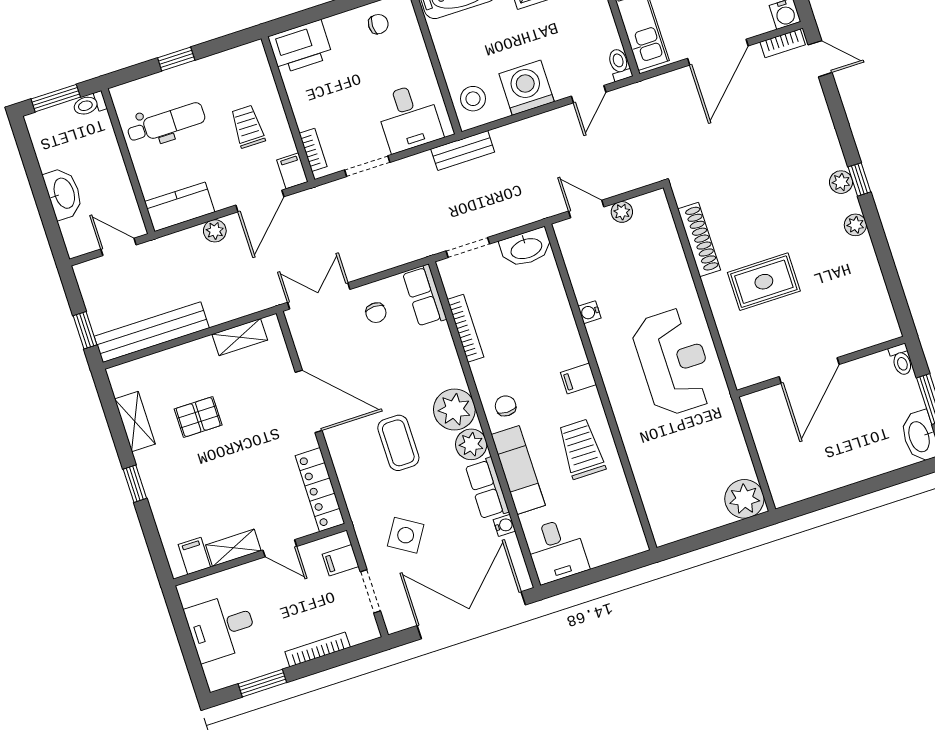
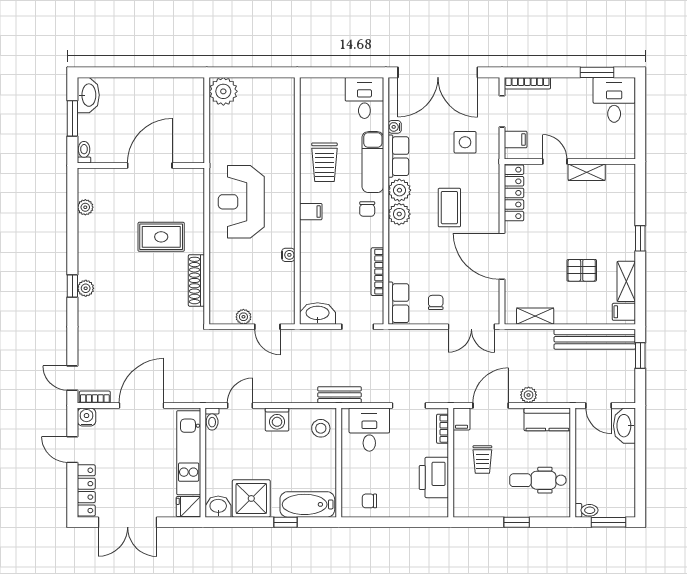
printer: (300, 47) -> (434, 477), moved, turned -90
washing machine: (527, 88) -> (277, 419), width x0.73, depth x0.73
washbasin: (63, 193) -> (625, 426), moved
plant: (855, 225) -> (85, 207), moved
plant: (454, 409) -> (399, 214), width x0.73, depth x0.73
side table: (406, 535) -> (465, 142), turned -32
filing cabinet: (194, 556) -> (624, 312), moved, turned 90
desk: (221, 627) -> (614, 100), moved, turned -90
bookcase: (318, 649) -> (527, 83), moved

